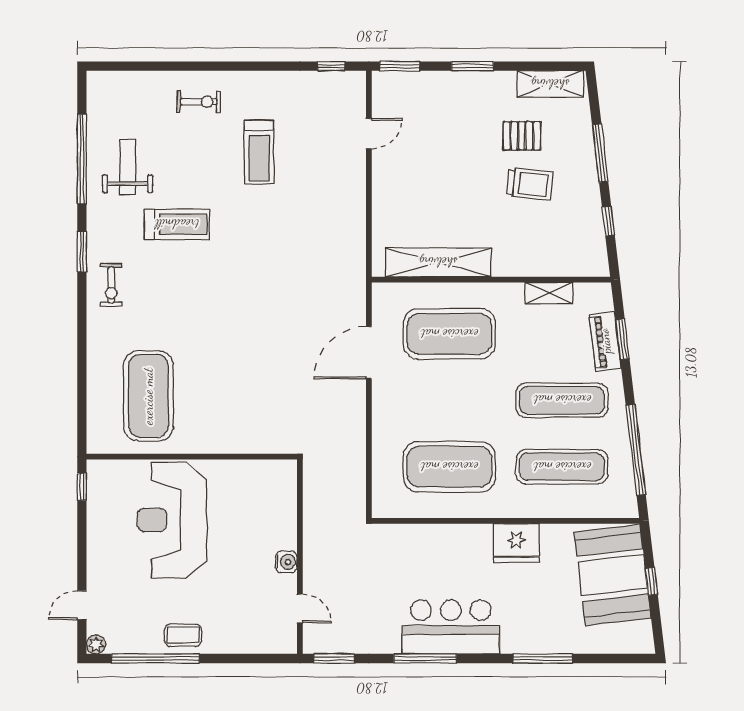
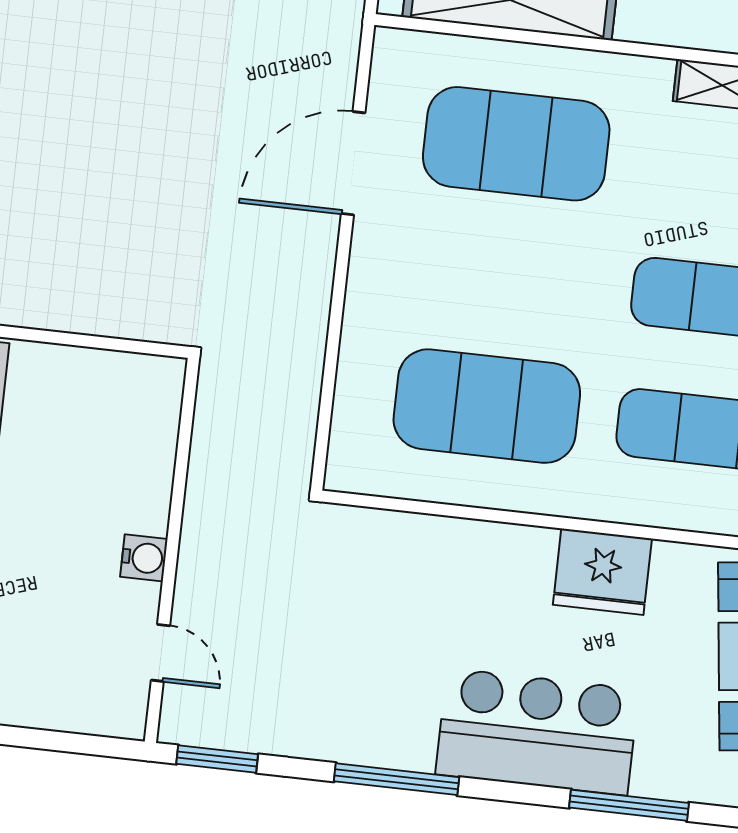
bar counter: (451, 627) -> (537, 732), moved

